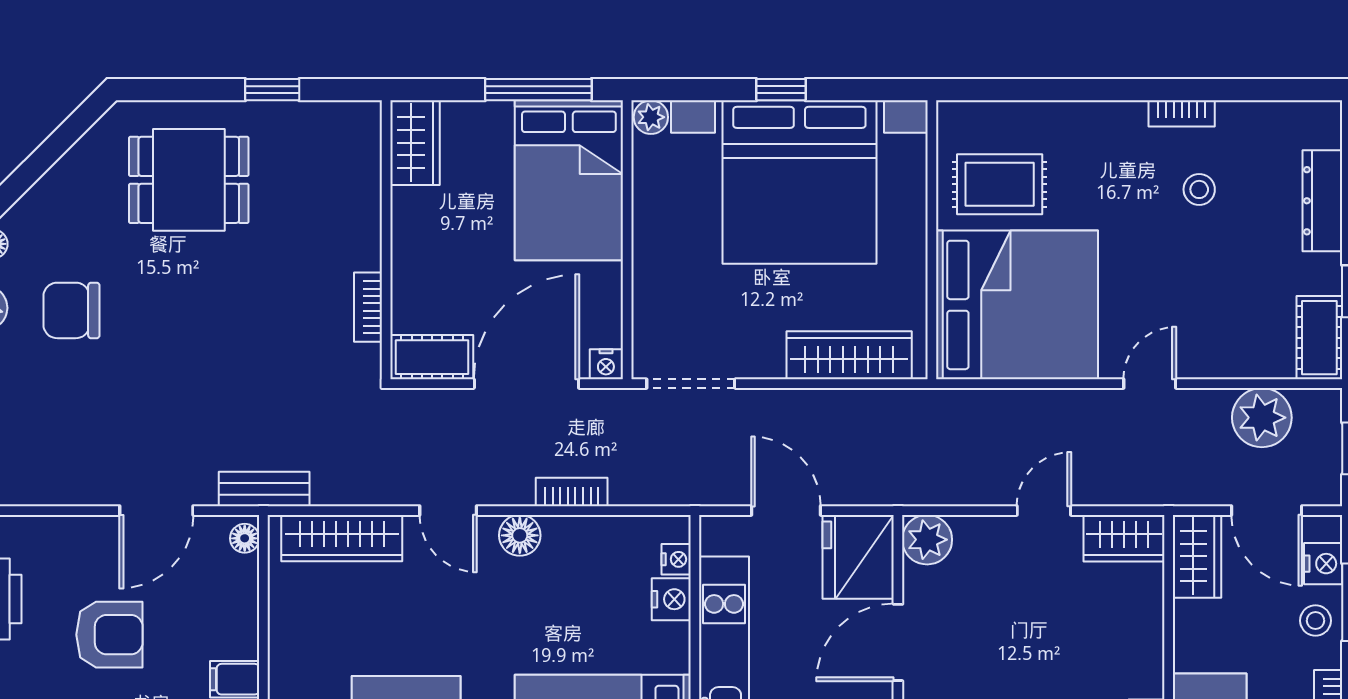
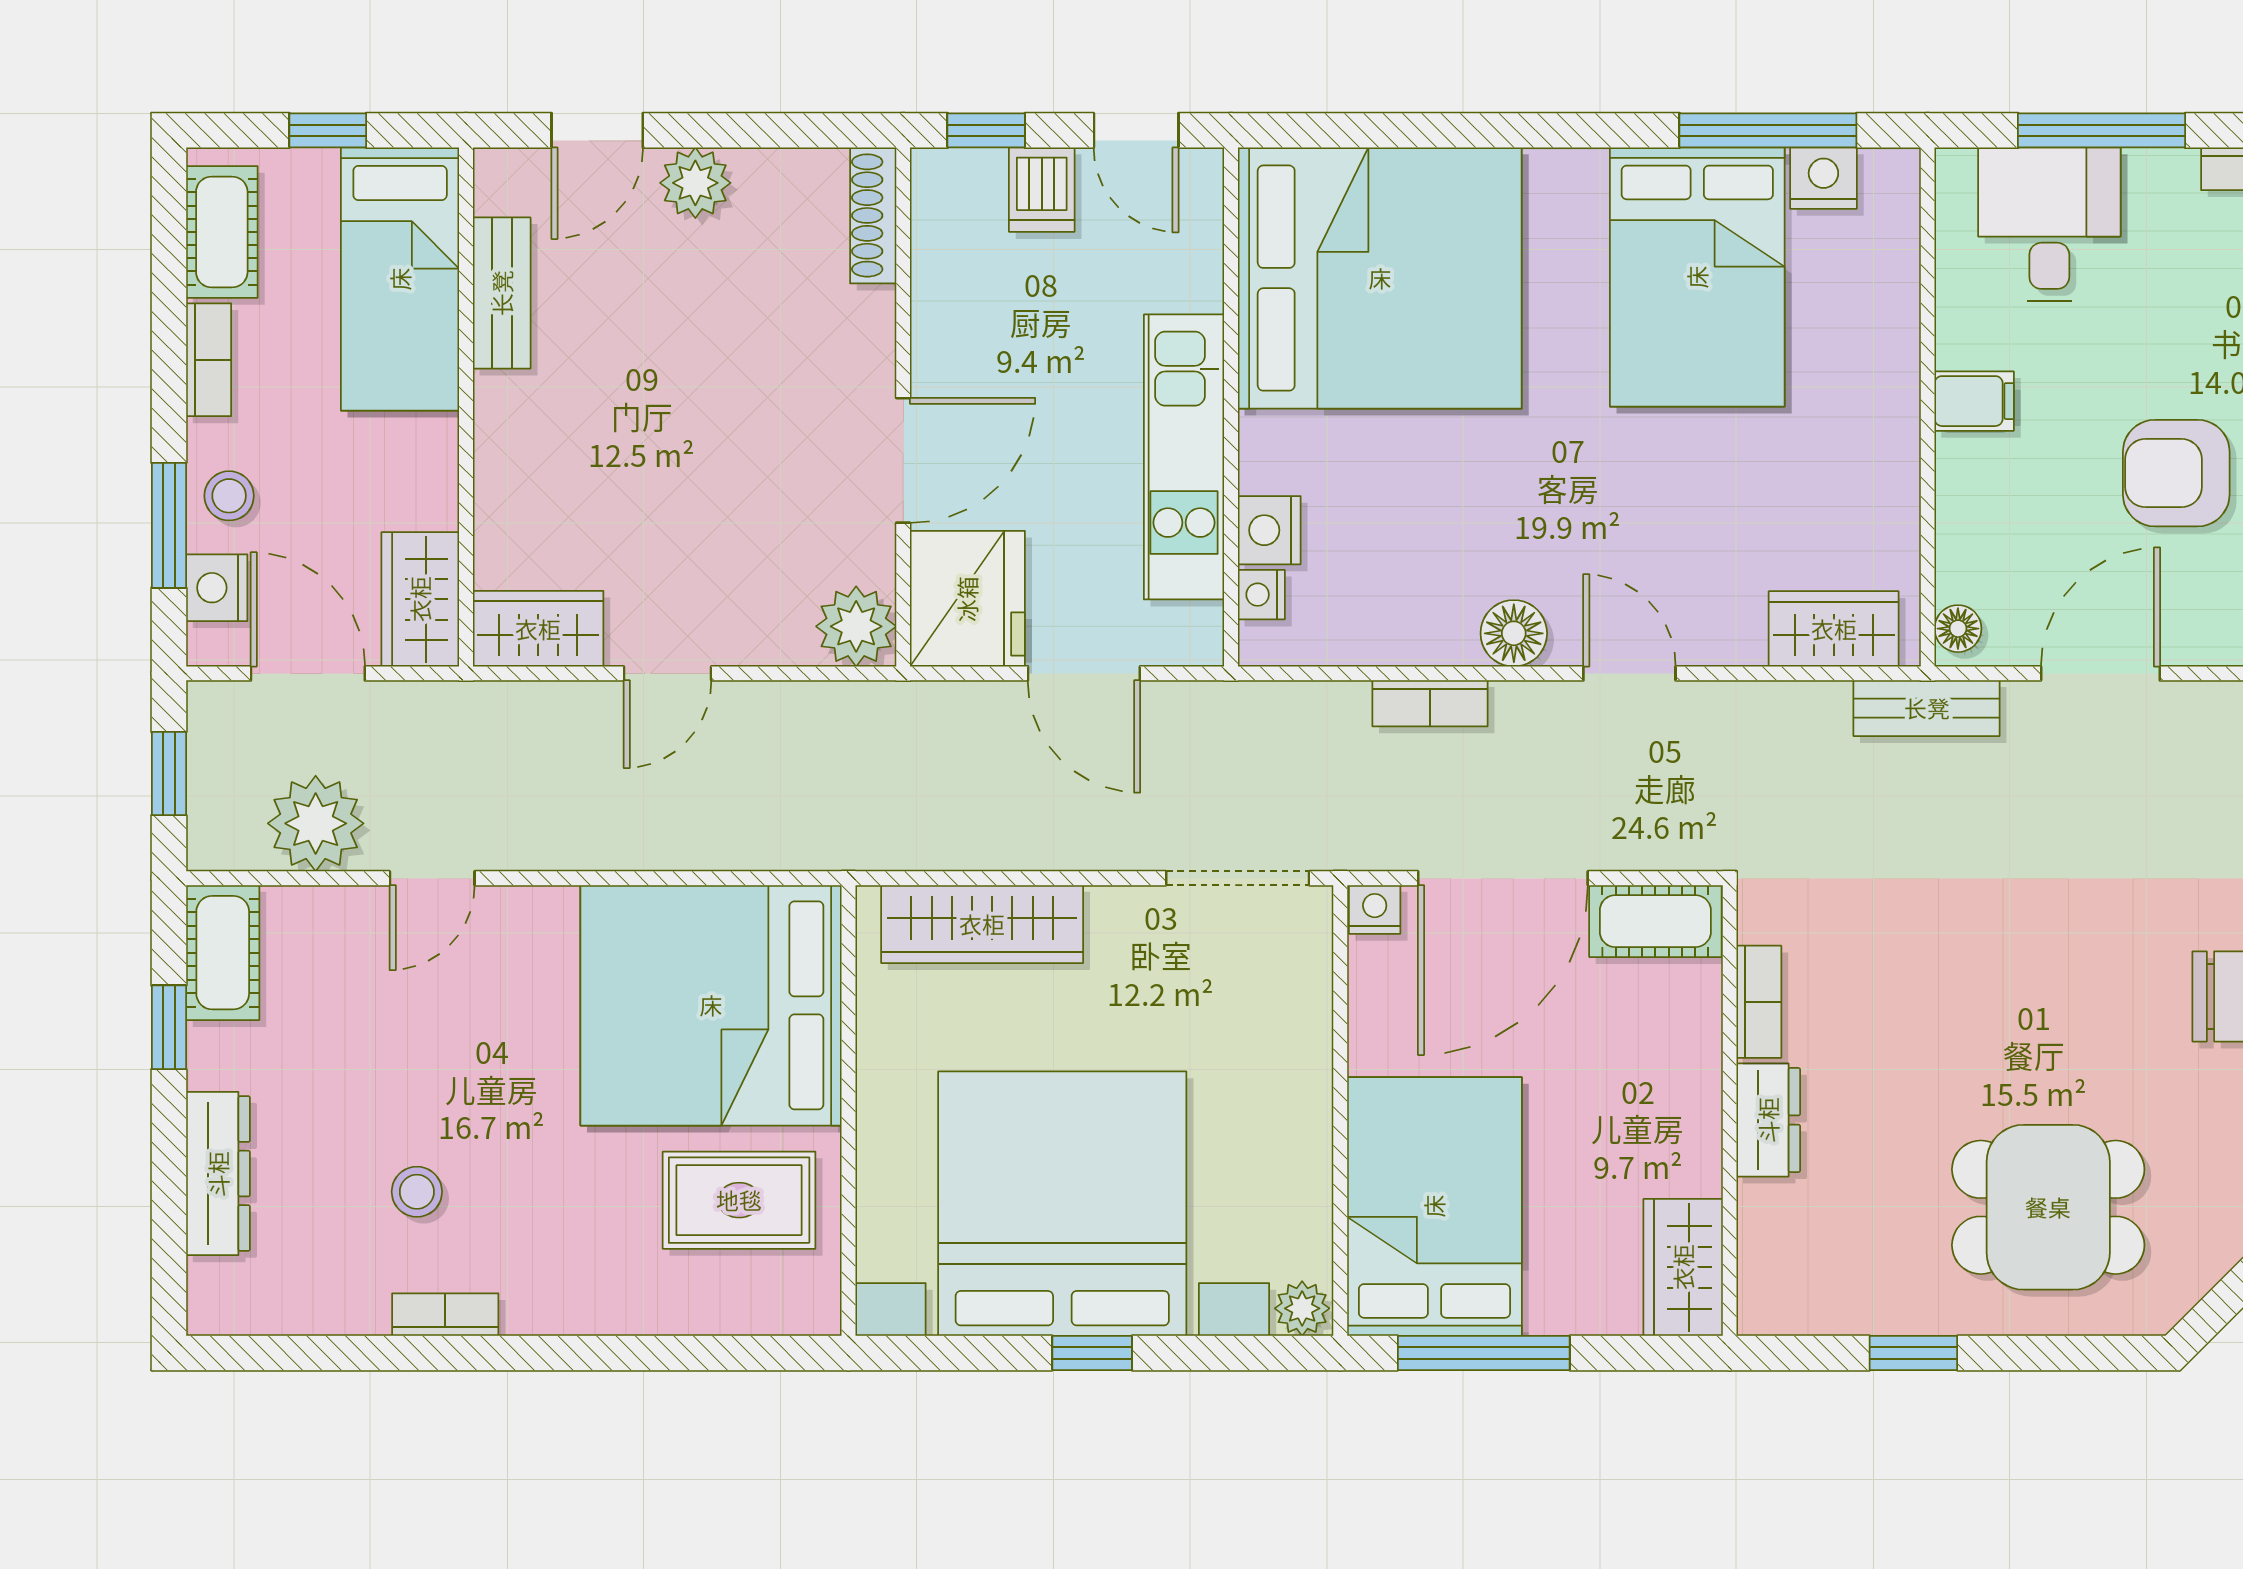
dresser: (362, 234) -> (1768, 1120), added
door: (1150, 384) -> (432, 878), moved
wardrobe: (342, 538) -> (1834, 629), width x0.67

